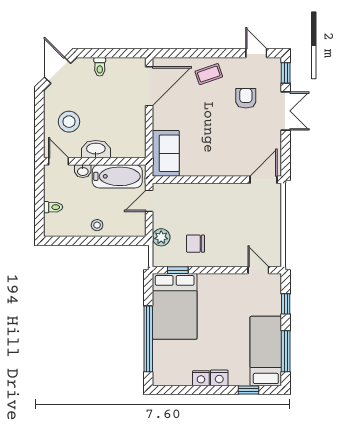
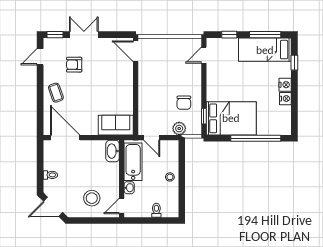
washbasin: (96, 149) -> (113, 151), moved

